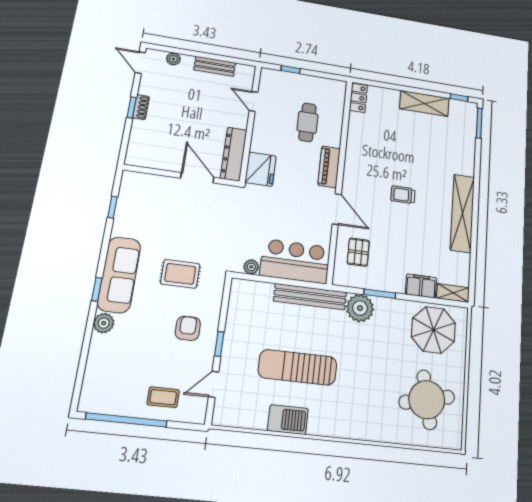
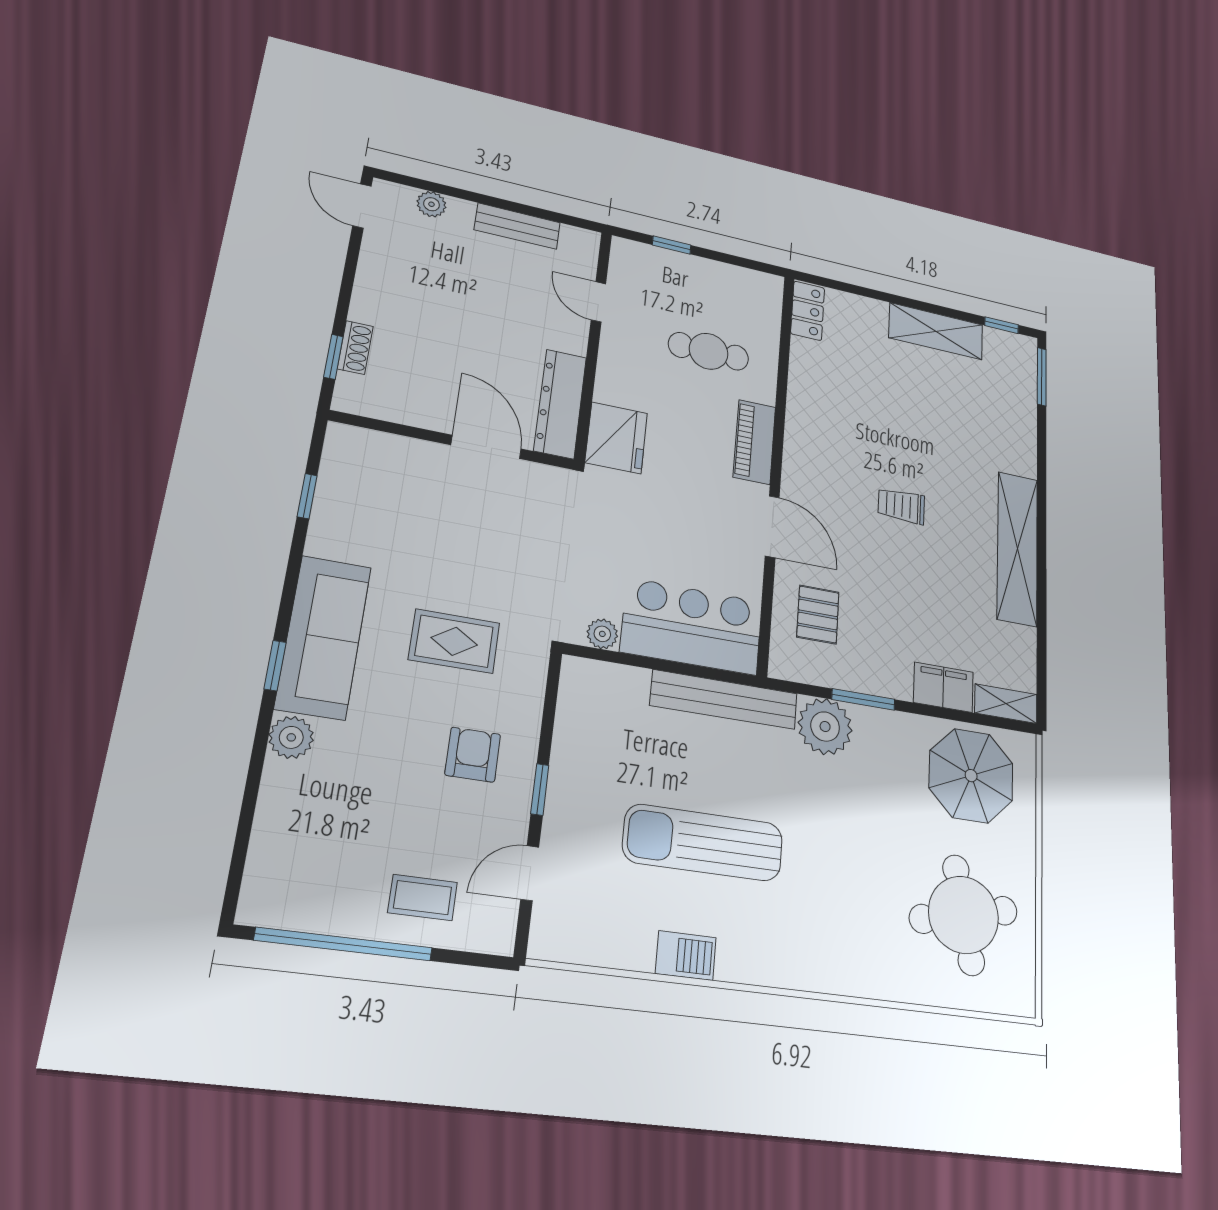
window: (132, 107) -> (333, 357), moved
shoe rack: (141, 107) -> (355, 348), moved
cafe table: (307, 122) -> (709, 351), turned 90
barbecue: (288, 420) -> (686, 956), width x0.73, depth x0.79

